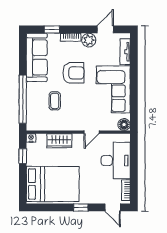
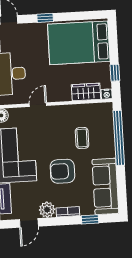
wardrobe: (59, 141) -> (86, 92), moved

